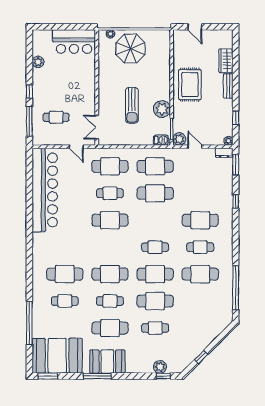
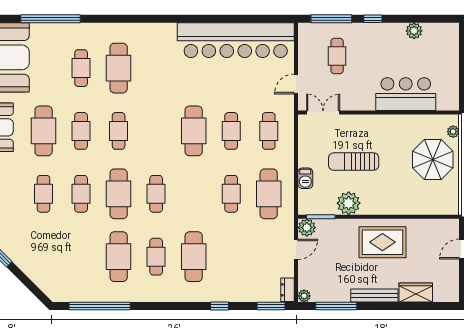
bar counter: (74, 42) -> (406, 94), moved, turned 90
bench: (228, 86) -> (374, 296), width x1.36
window: (236, 118) -> (336, 306), width x2.17
barbecue: (161, 140) -> (305, 178), moved
cafe table: (110, 166) -> (269, 131), width x0.73, depth x0.74
cafe table: (155, 193) -> (231, 194), width x0.73, depth x0.74
cafe table: (110, 274) -> (119, 131), width x0.73, depth x0.74
cafe table: (155, 301) -> (81, 194), width x0.73, depth x0.74

